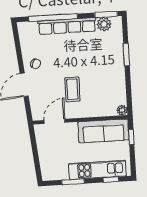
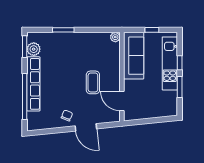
coffee table: (72, 89) -> (93, 82), turned 90
window: (131, 137) -> (152, 30), moved
window: (111, 180) -> (180, 63), moved

